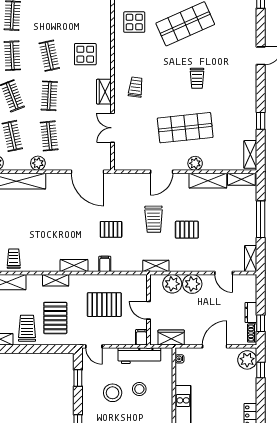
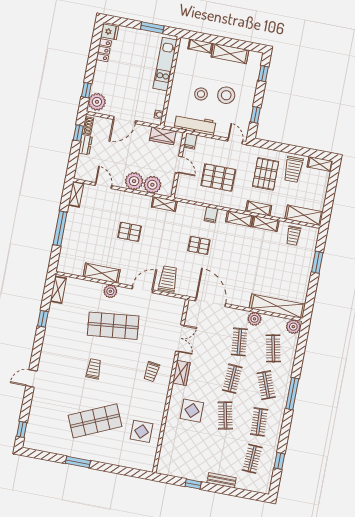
shelving: (241, 179) -> (265, 224), moved
trolley: (154, 219) -> (168, 279), moved

